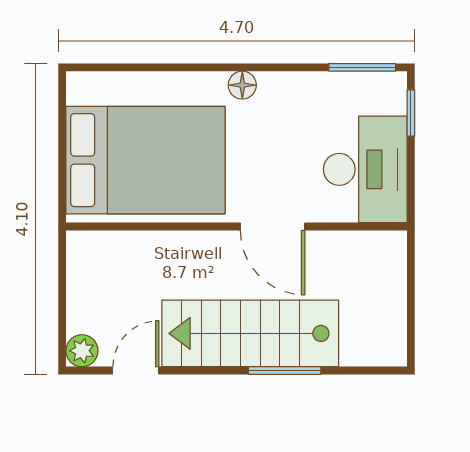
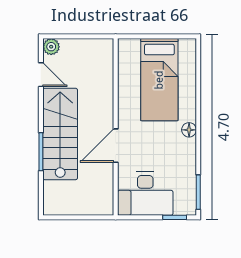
bed: (146, 160) -> (159, 80), width x0.67

